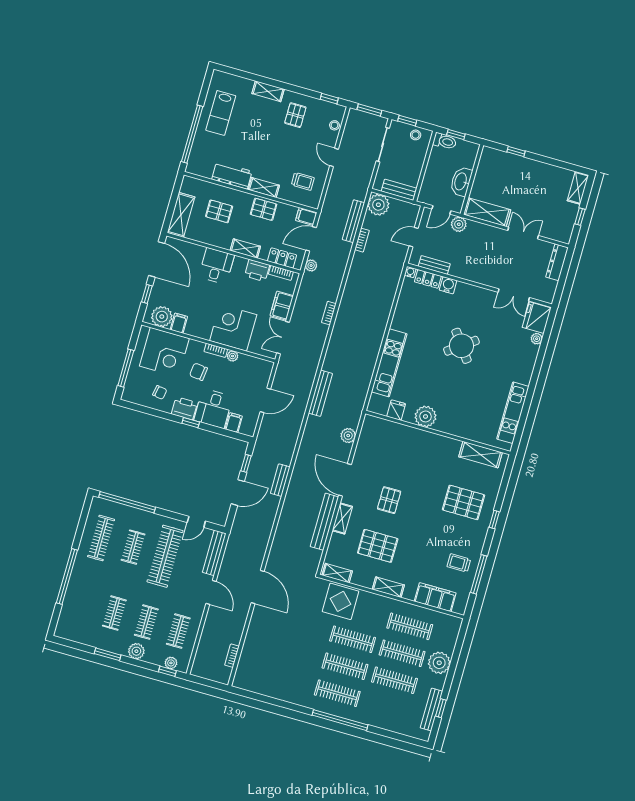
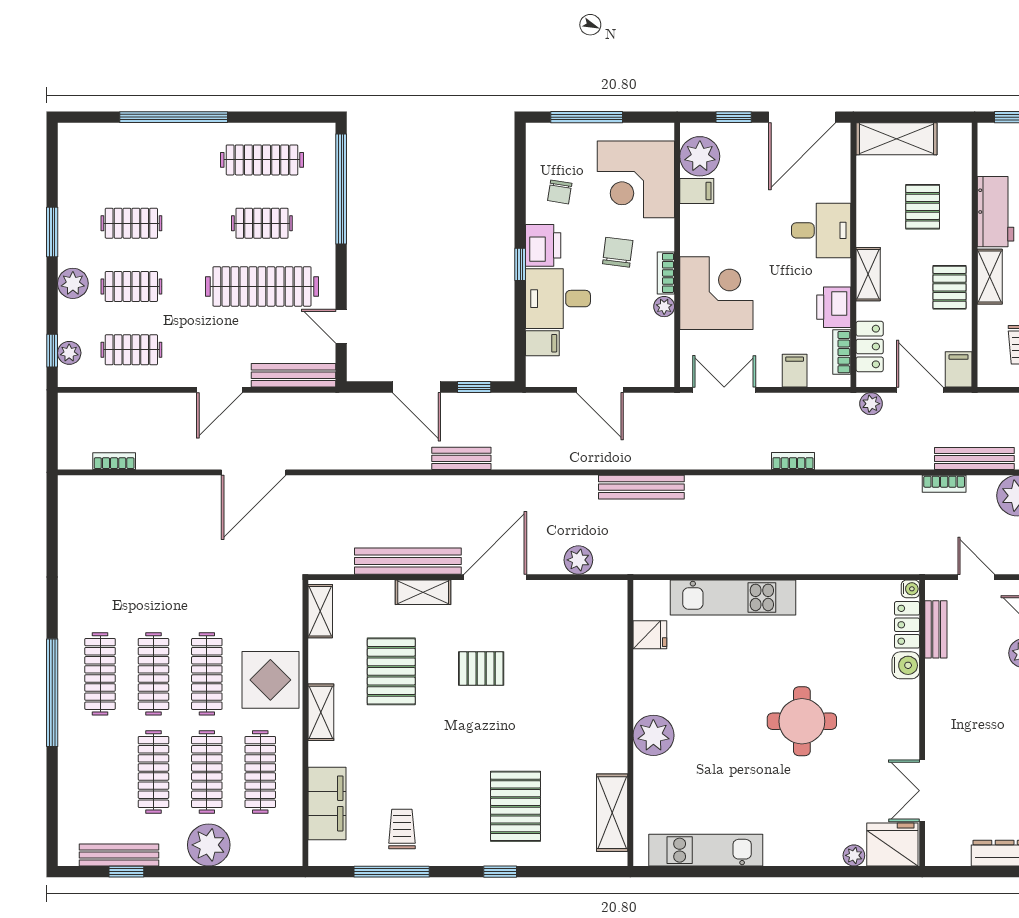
filing cabinet: (282, 306) -> (795, 371), width x0.50
round table: (461, 346) -> (802, 721), turned 36
plant: (425, 416) -> (653, 735), moved
display table: (340, 601) -> (270, 680), moved

